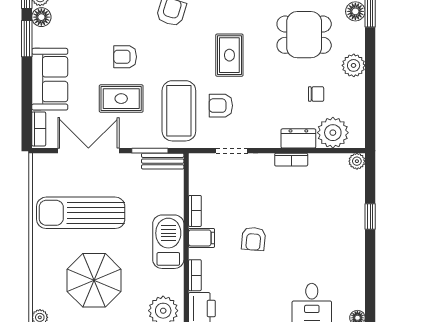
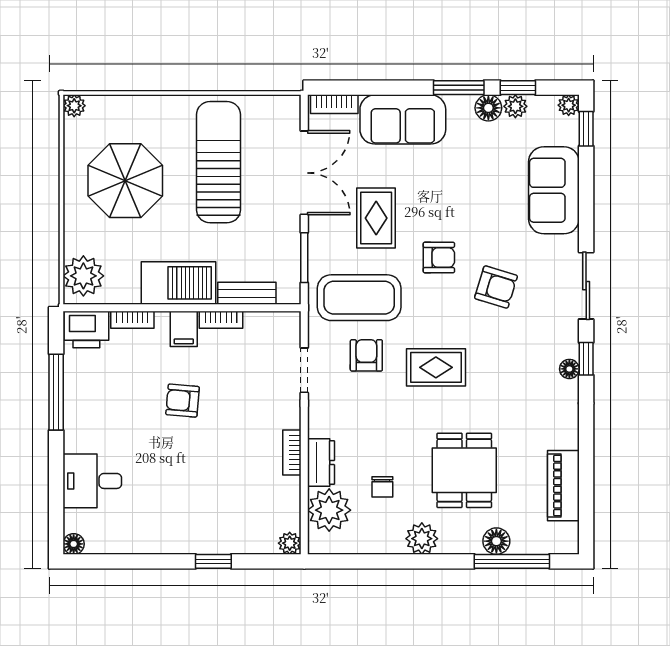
armchair: (125, 57) -> (439, 258), moved, turned 90
bench: (163, 161) -> (247, 293), moved, turned 90

